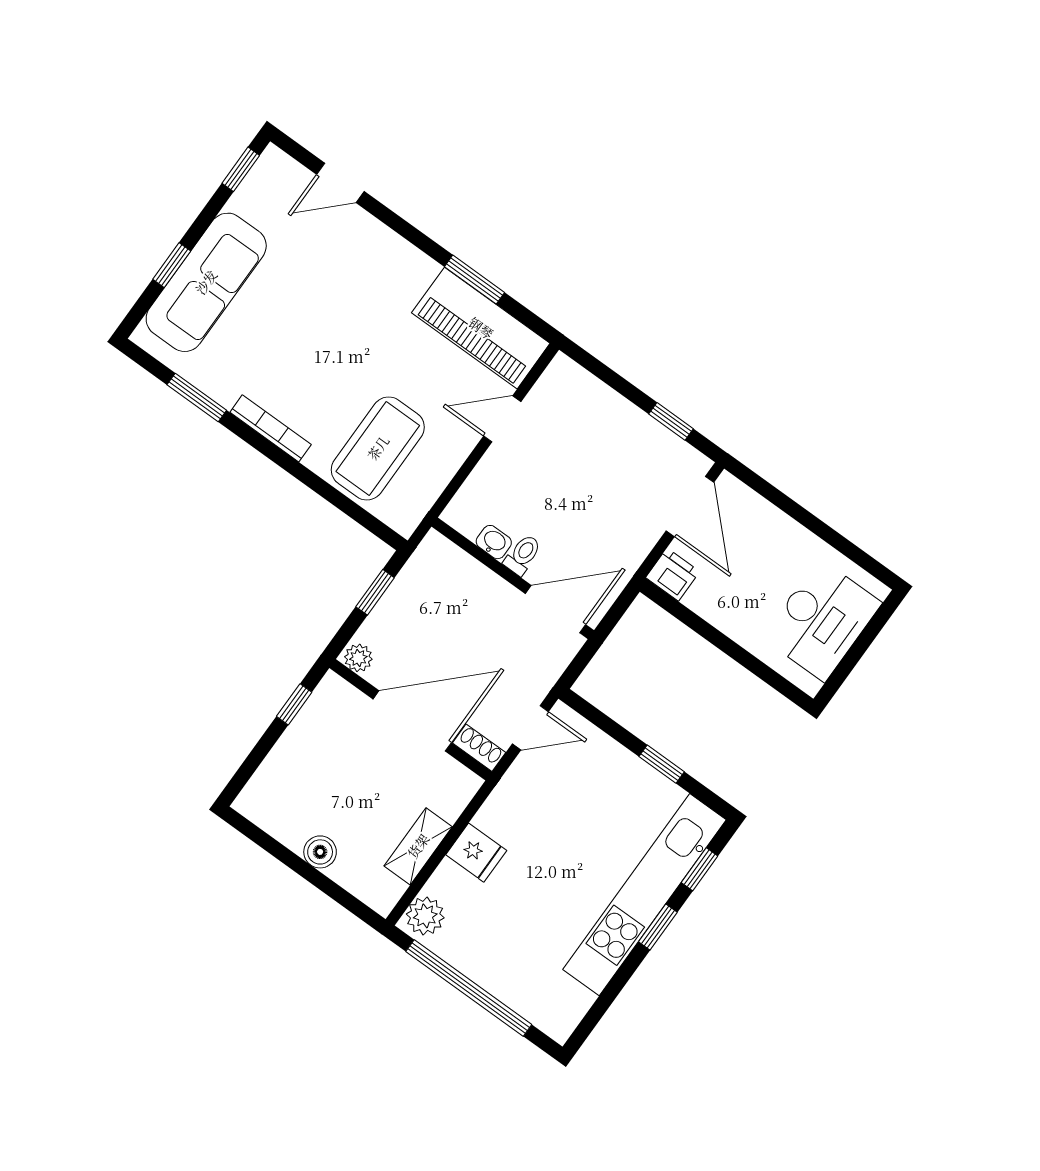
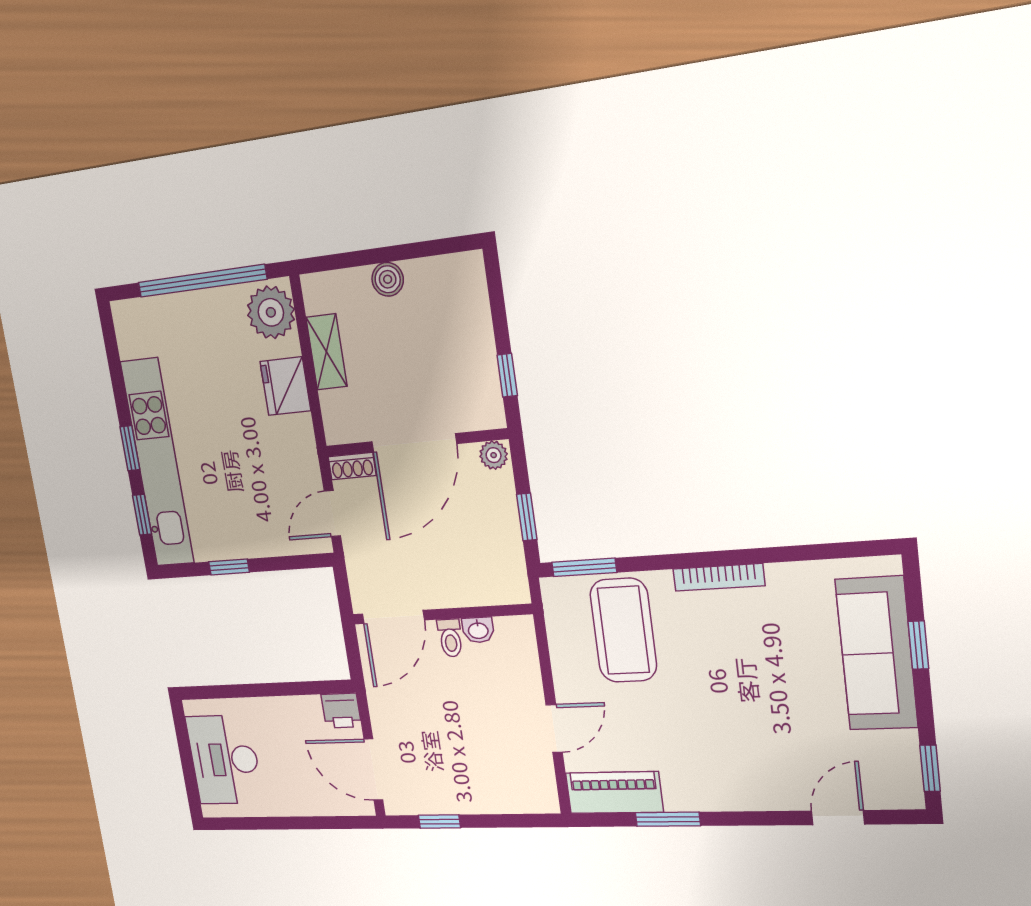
piano: (481, 328) -> (614, 793), width x0.73, depth x0.75
window: (197, 397) -> (584, 567), moved
fridge: (476, 853) -> (285, 386), width x1.38
plant: (425, 916) -> (271, 312), width x1.36, depth x1.36

